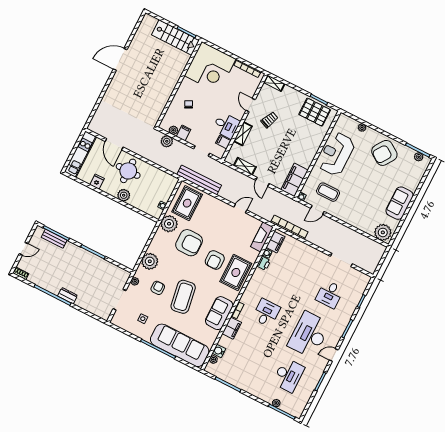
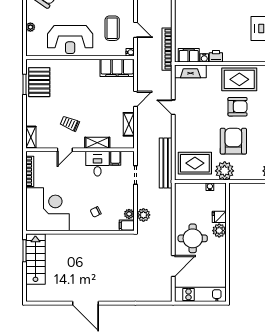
filing cabinet: (183, 133) -> (127, 225), moved
fridge: (97, 182) -> (219, 217), moved

